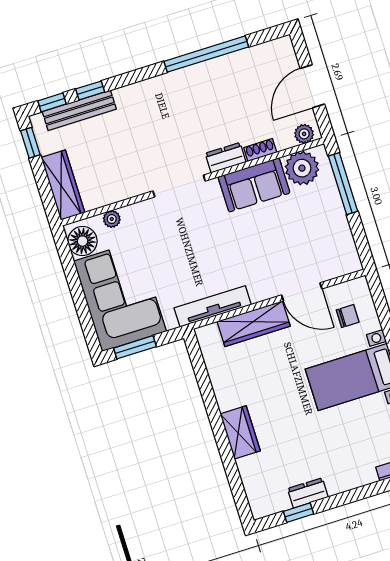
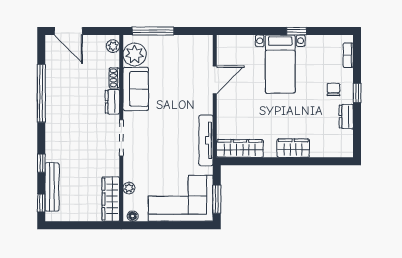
door: (312, 86) -> (68, 31), moved
window: (90, 90) -> (41, 163), moved
window: (30, 143) -> (63, 225), removed
wardrobe: (63, 185) -> (111, 199), moved, turned -90
floor lamp: (83, 241) -> (133, 216), width x0.53, depth x0.53
chair: (348, 316) -> (333, 90), moved
wardrobe: (254, 324) -> (240, 148), moved, turned -90
window: (298, 513) -> (357, 93), moved

